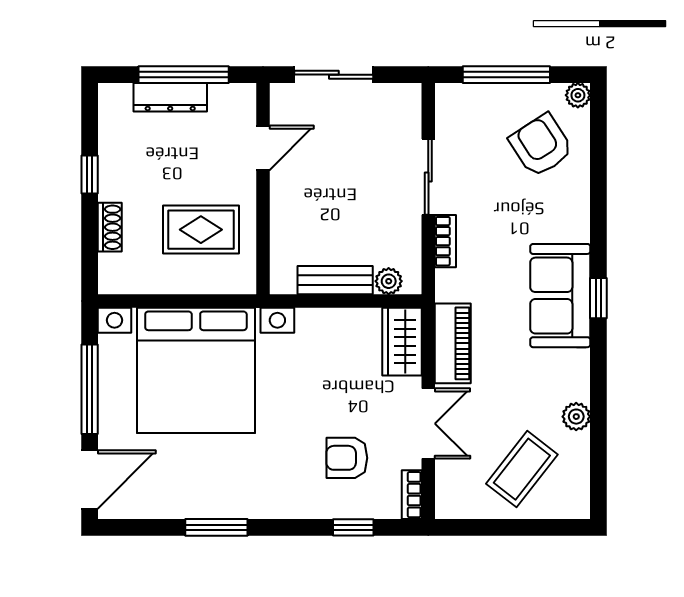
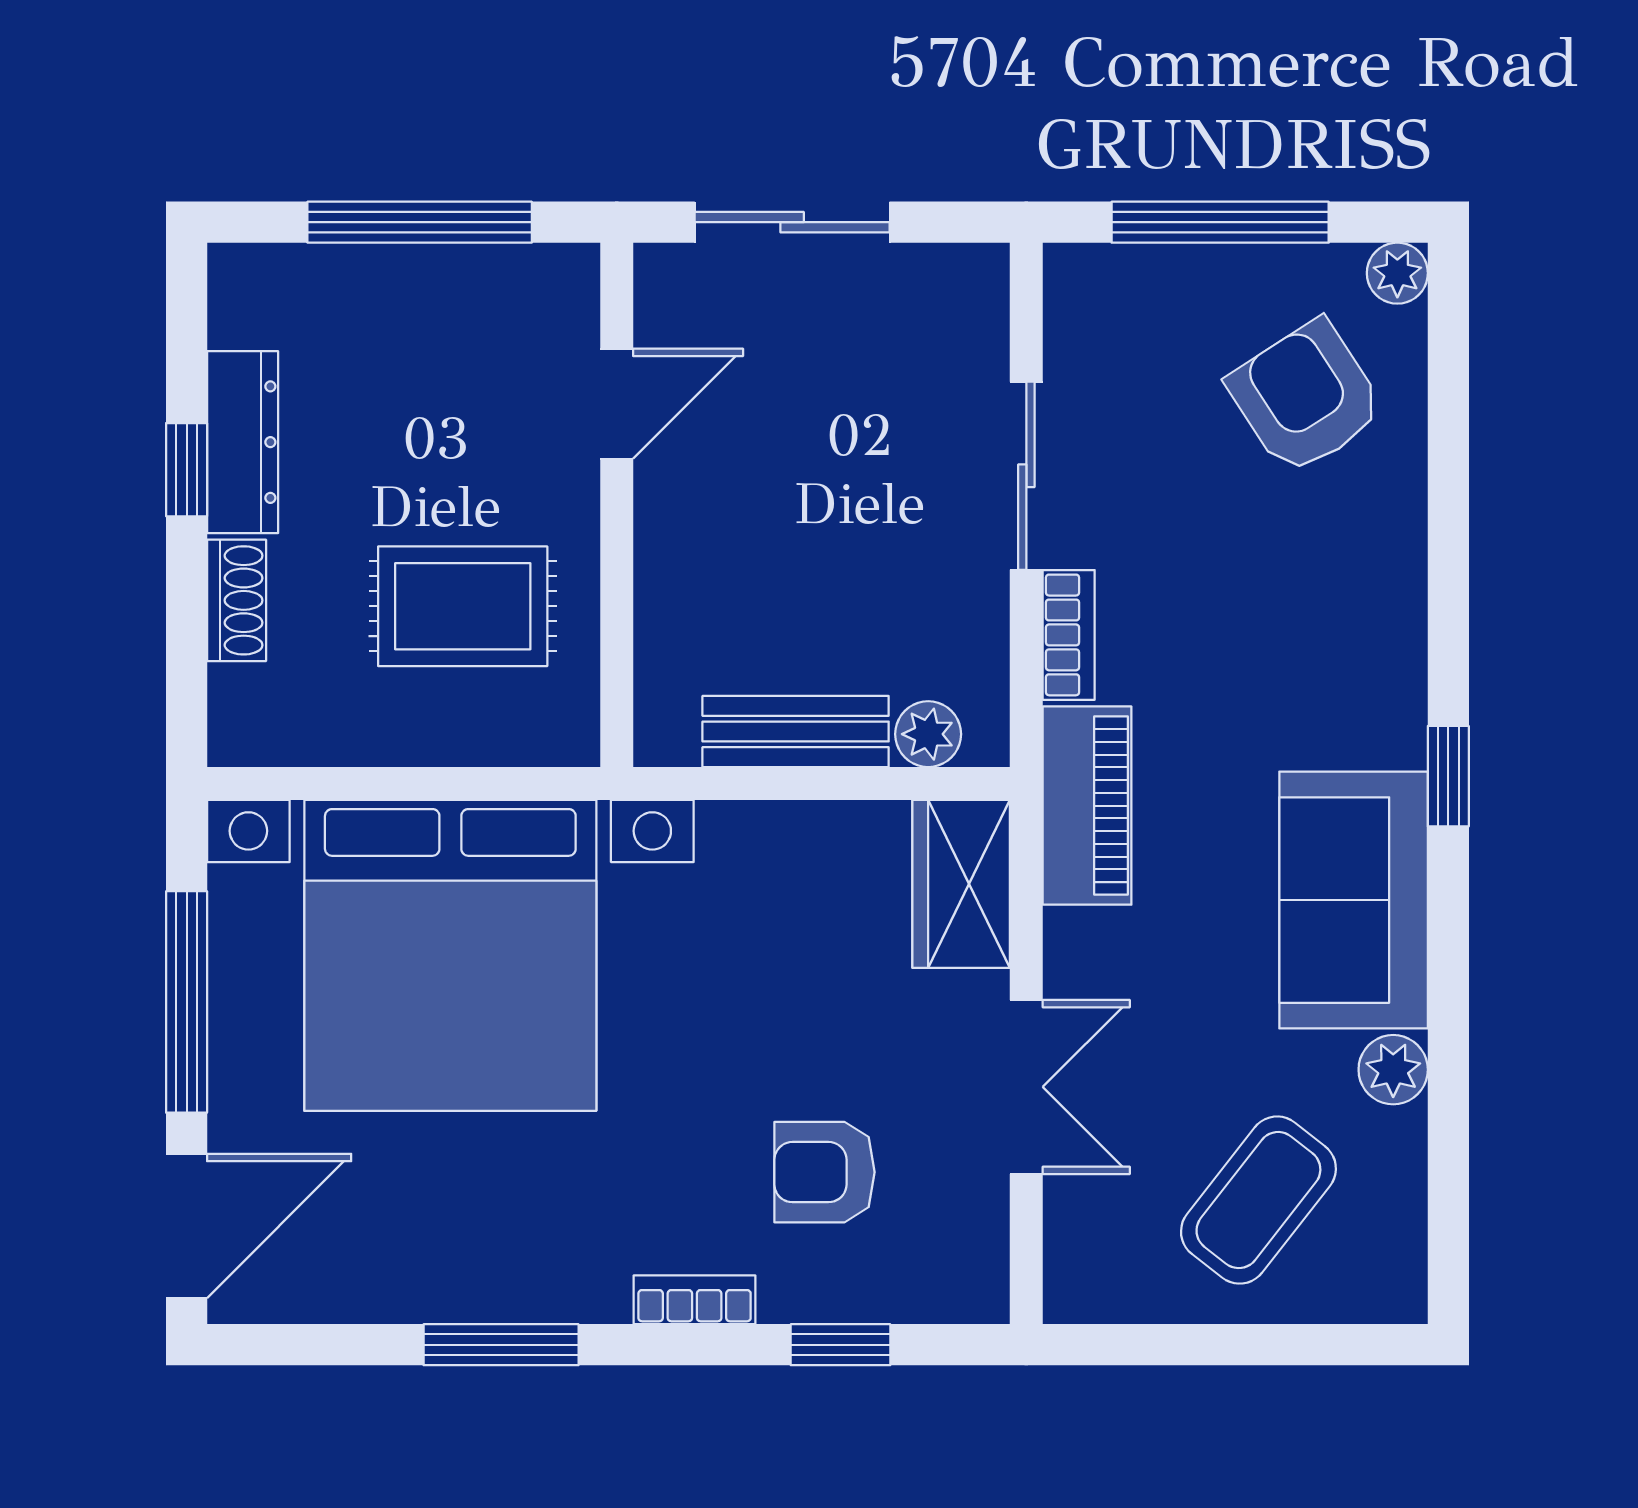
dresser: (170, 97) -> (243, 442), moved, turned -90
sofa: (560, 296) -> (1354, 900), moved
piano: (453, 343) -> (1087, 806), moved
bookcase: (412, 495) -> (695, 1300), moved, turned 90

